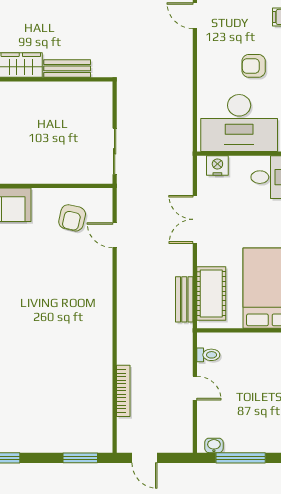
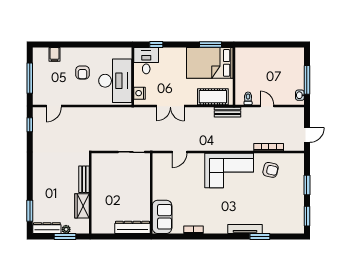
armchair: (72, 218) -> (271, 170), moved
bench: (184, 299) -> (228, 112), moved
corner sofa: (82, 322) -> (229, 170), added
door: (195, 388) -> (267, 106), hinge flipped
window: (80, 458) -> (307, 185), moved

